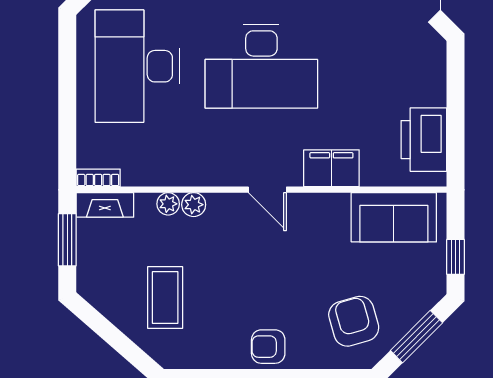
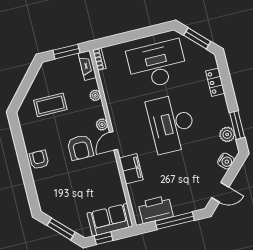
window: (455, 107) -> (175, 221), added
plant: (194, 205) -> (102, 125), moved
sofa: (394, 217) -> (110, 220), moved, turned 90
armchair: (354, 321) -> (80, 147), moved, turned 106

